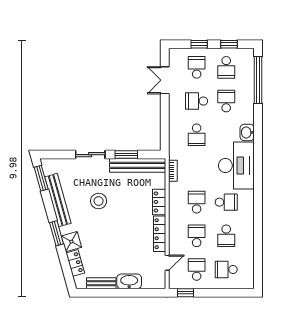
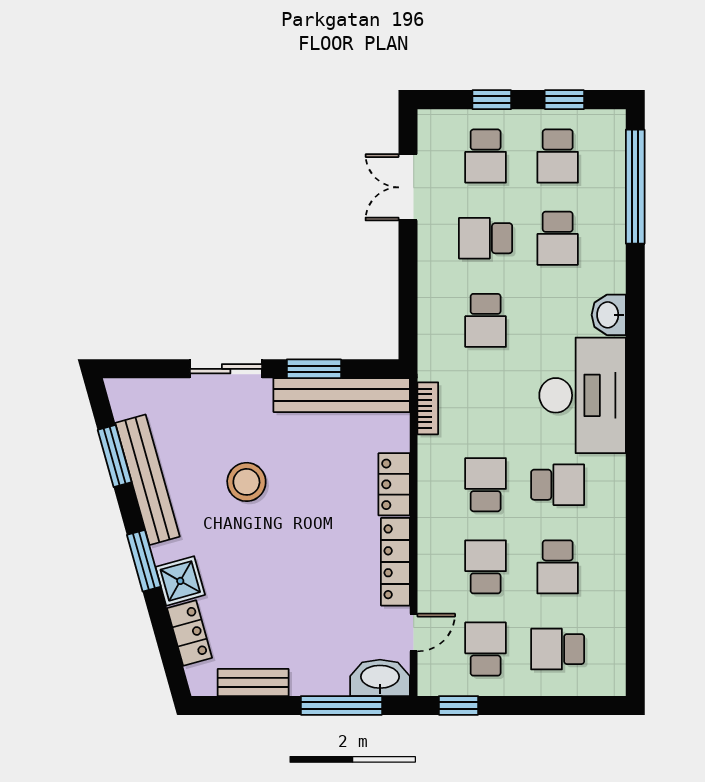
school desk: (197, 67) -> (486, 156), turned 180
school desk: (226, 101) -> (558, 238), turned 180
window: (41, 178) -> (115, 456), moved
washbasin: (129, 281) -> (380, 678), moved
window: (138, 293) -> (341, 705), added

